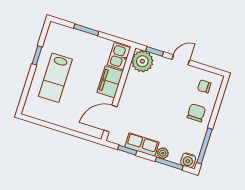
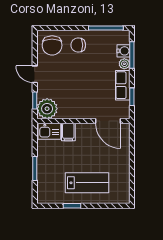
filing cabinet: (110, 82) -> (68, 132), width x0.50
chair: (204, 86) -> (52, 45), width x1.87, depth x1.87
water cooler: (188, 160) -> (123, 51), moved

